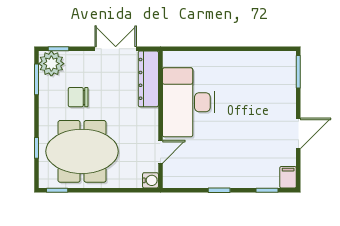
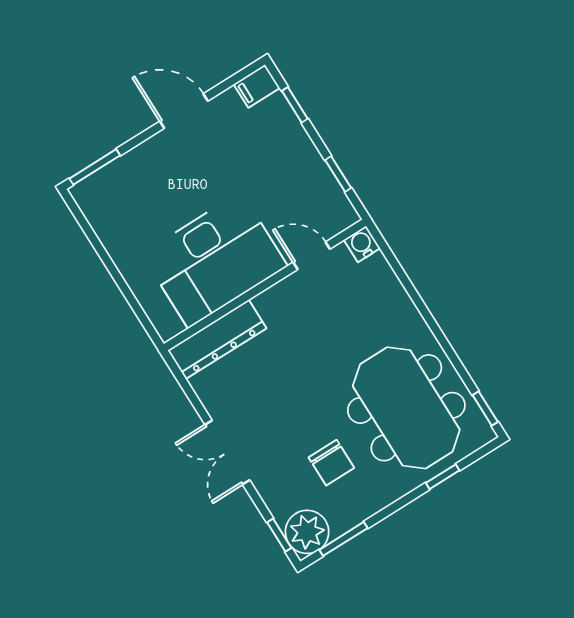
dresser: (148, 79) -> (217, 339), moved
desk: (188, 102) -> (215, 260), moved
wall: (160, 120) -> (265, 285), moved
door: (160, 152) -> (312, 256), moved
water cooler: (150, 180) -> (362, 244), moved

